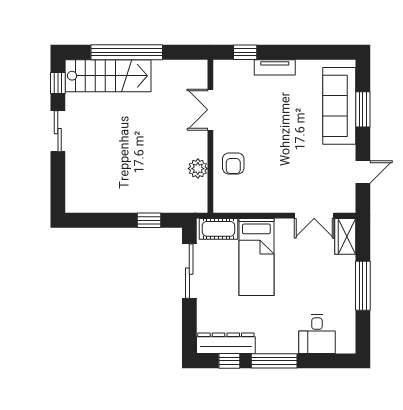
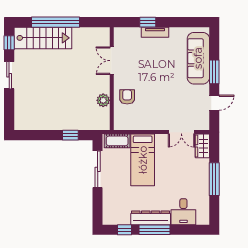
window: (245, 52) -> (148, 22), moved
window: (363, 109) -> (214, 72), moved
armchair: (233, 163) -> (127, 97), turned 180
dresser: (226, 343) -> (151, 218), moved

